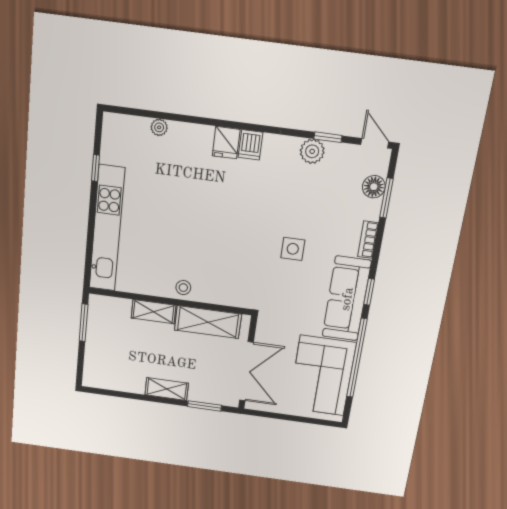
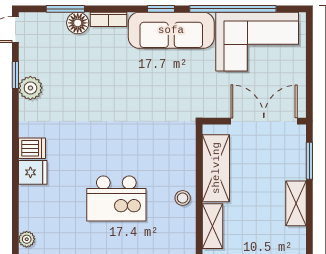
floor lamp: (374, 187) -> (78, 23), moved
kitchen island: (190, 224) -> (116, 198), added
side table: (293, 249) -> (128, 92), removed

